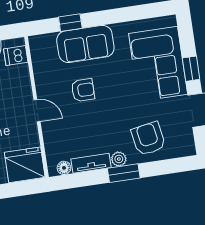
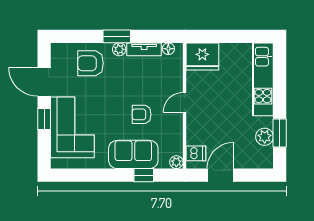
plant: (36, 43) -> (176, 162), added
door: (37, 111) -> (184, 102), hinge flipped
armchair: (148, 139) -> (91, 63), turned 100

